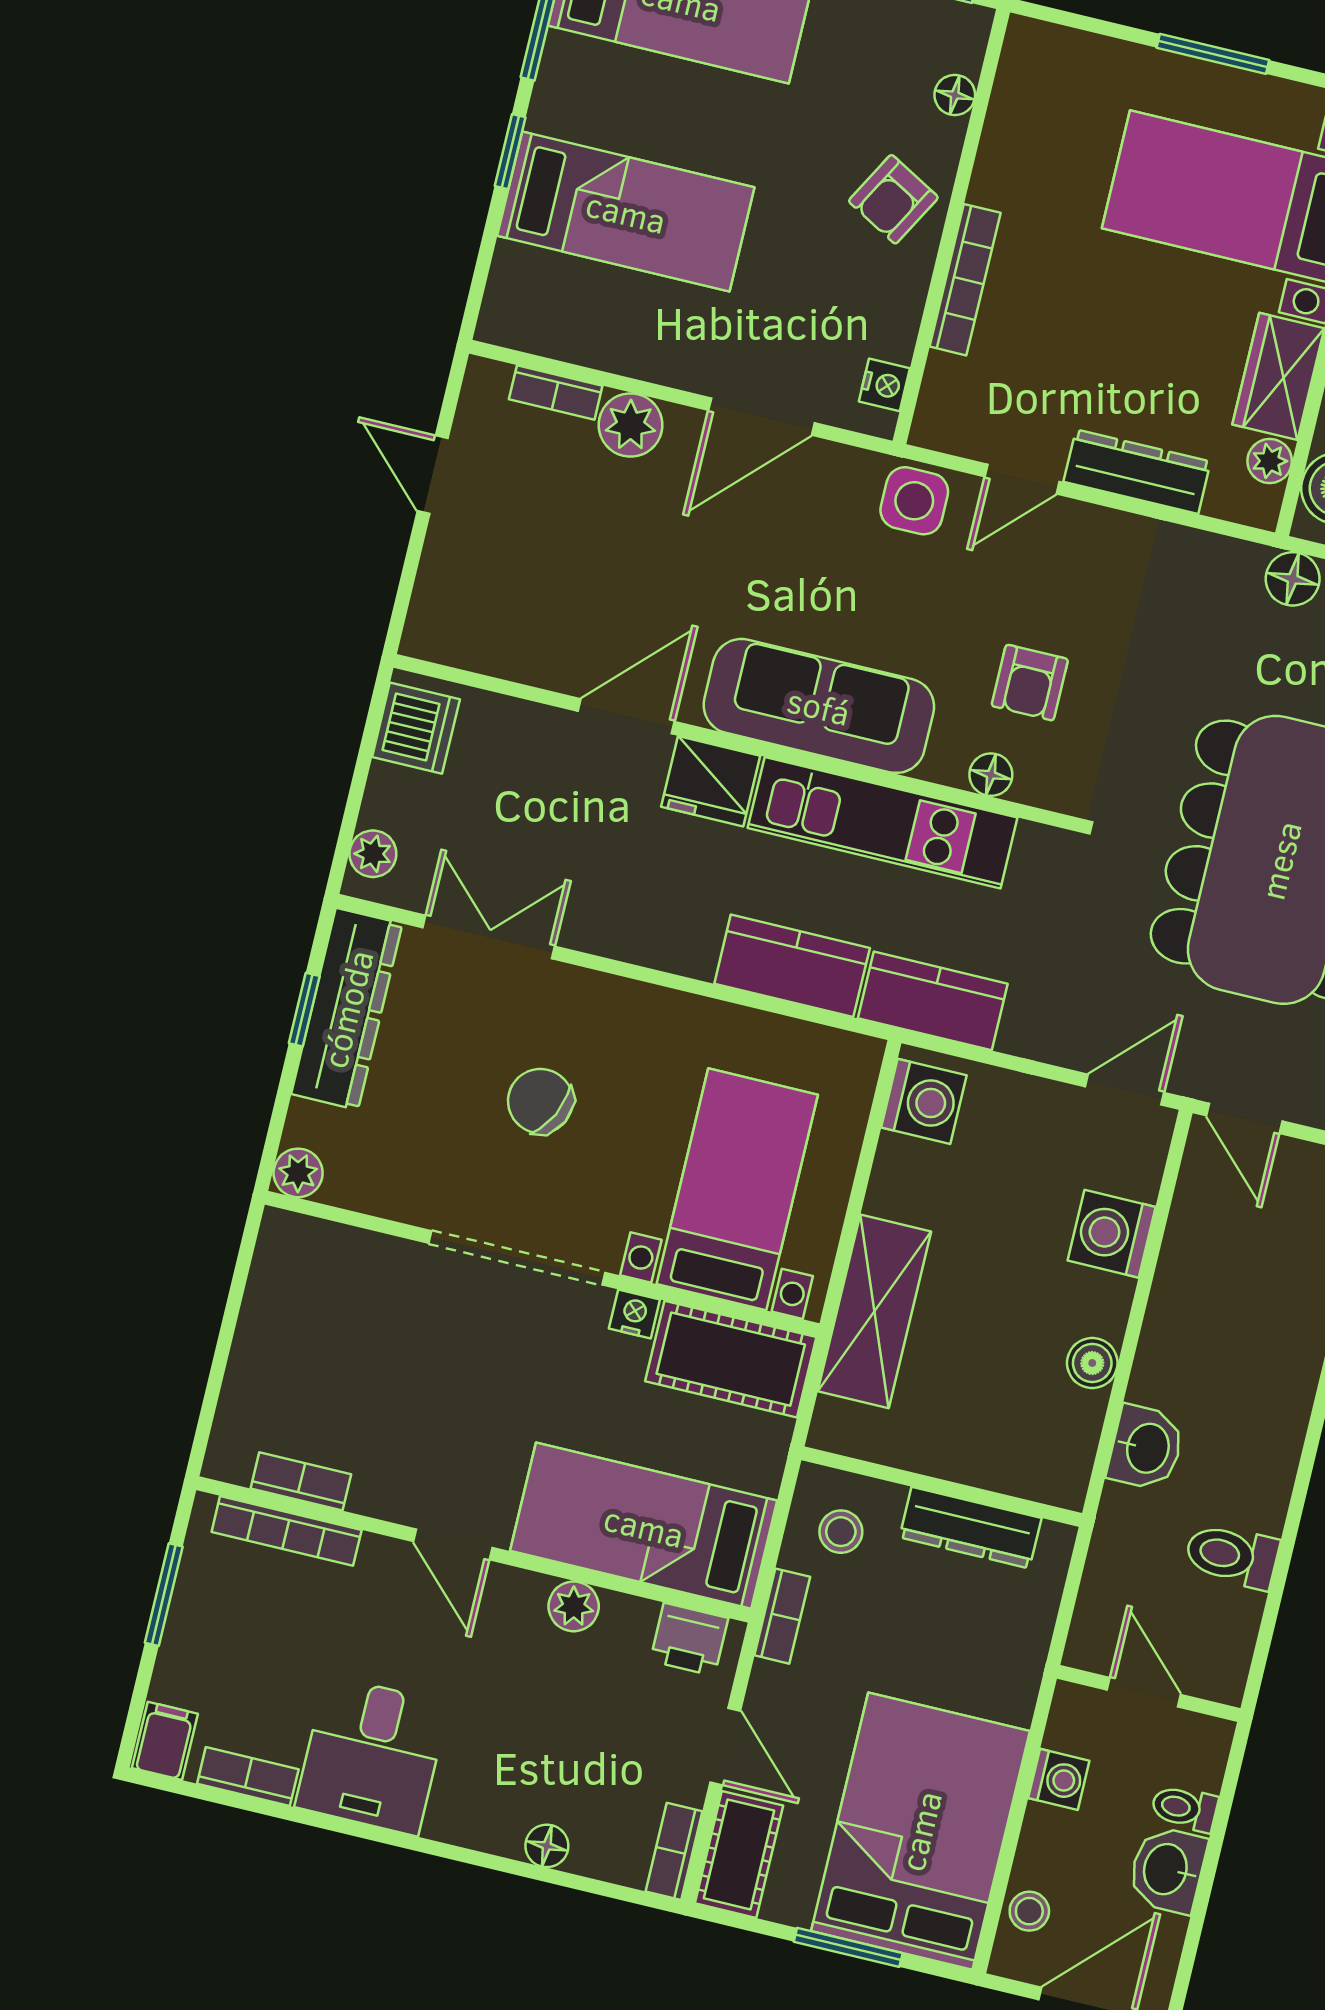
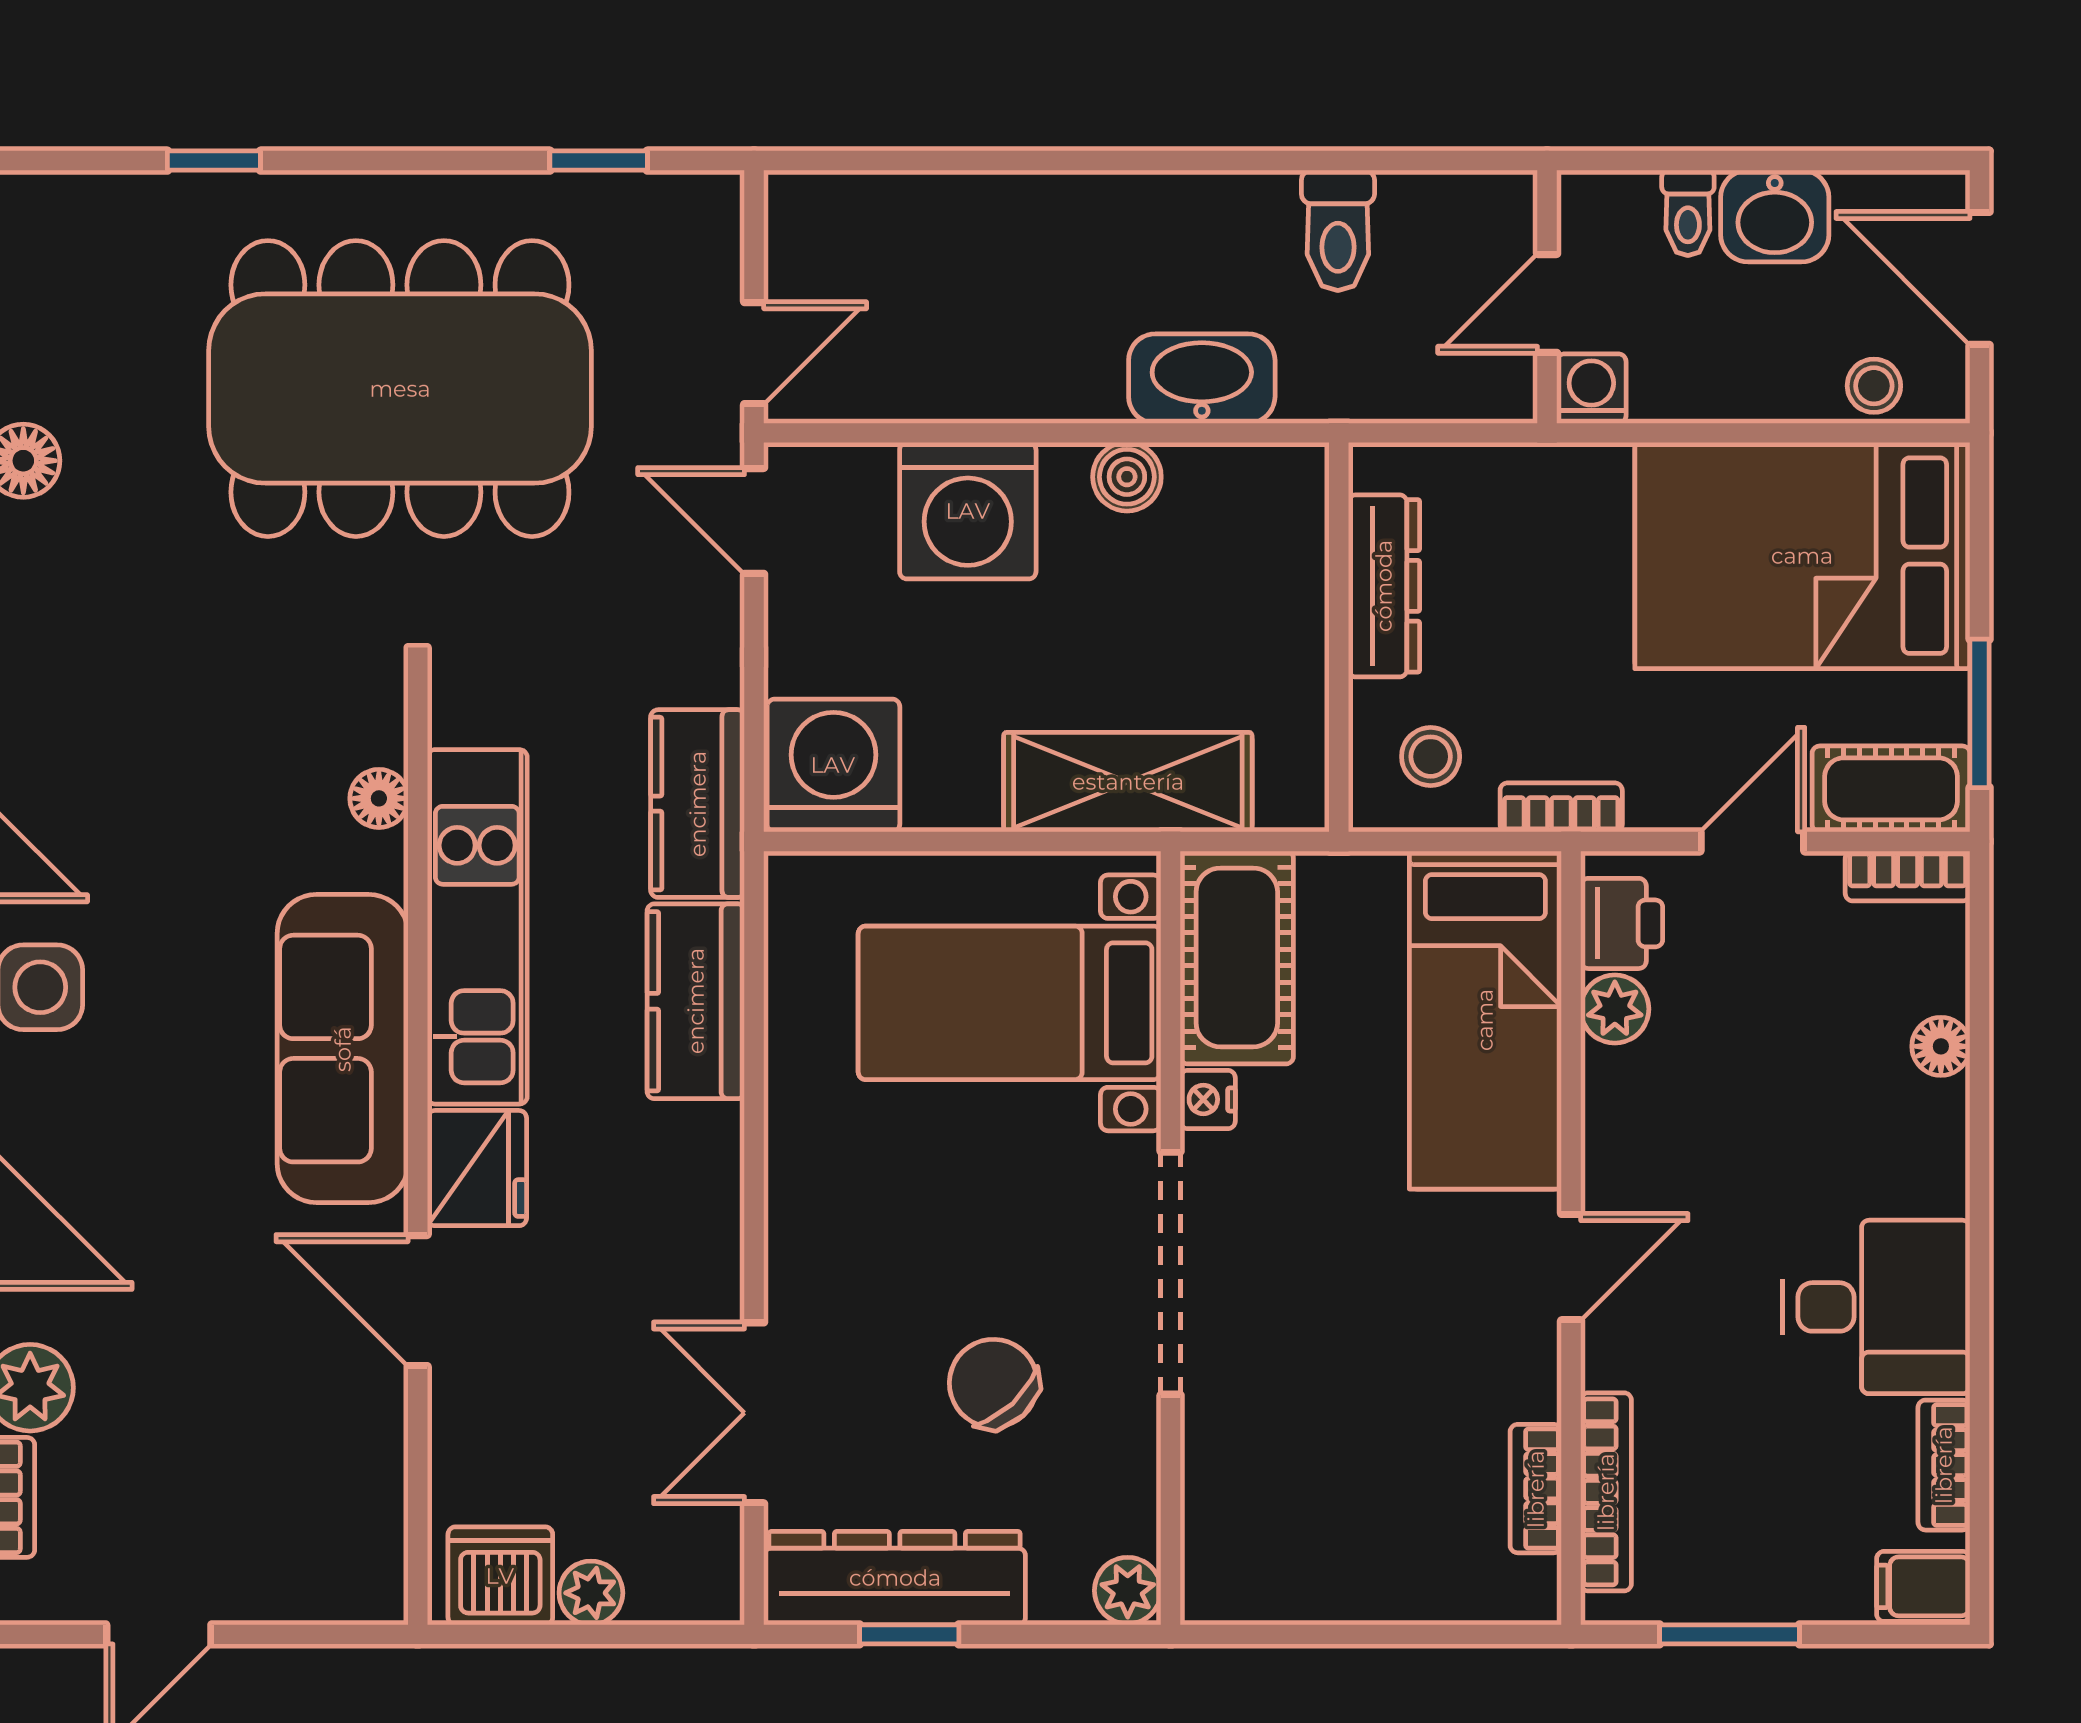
armchair: (1030, 683) -> (244, 776), removed
plant: (373, 854) -> (591, 1593), moved
chair: (540, 1101) -> (993, 1383), moved, turned 111
washing machine: (924, 1101) -> (833, 765), width x1.37, depth x1.37
washing machine: (1112, 1234) -> (968, 511), width x1.37, depth x1.37
washbasin: (1146, 1448) -> (1202, 379), width x1.38
plant: (574, 1606) -> (1615, 1009), moved
washing machine: (1059, 1779) -> (1591, 389), moved
window: (848, 1947) -> (1980, 713), moved

